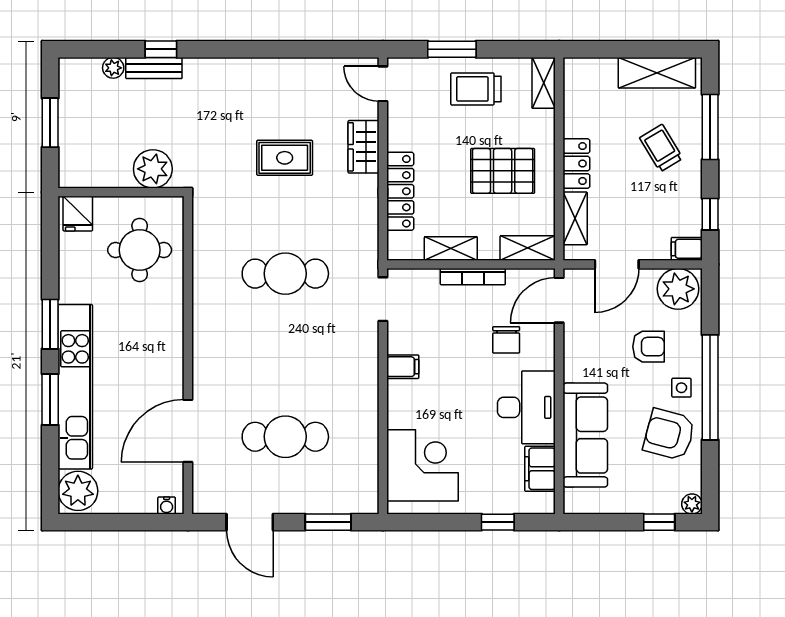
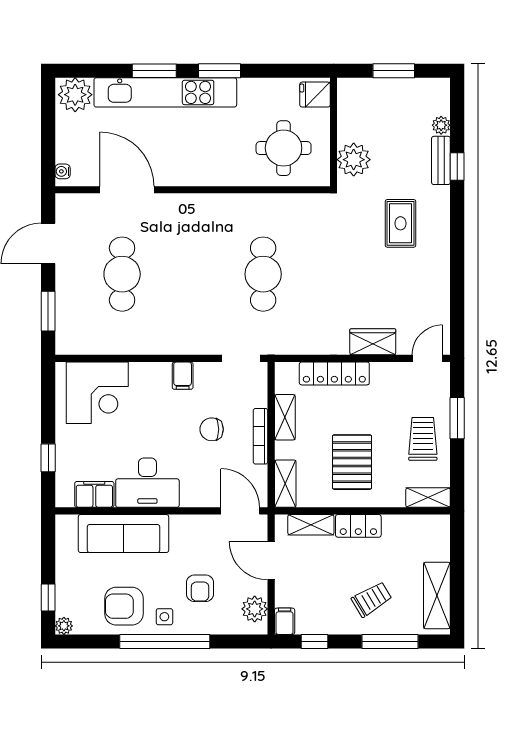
rug: (285, 158) -> (400, 223), moved
plant: (678, 289) -> (255, 609), width x0.73, depth x0.73
chair: (506, 340) -> (212, 429), moved
armchair: (669, 434) -> (124, 606), turned -105

